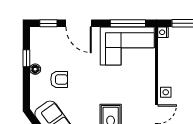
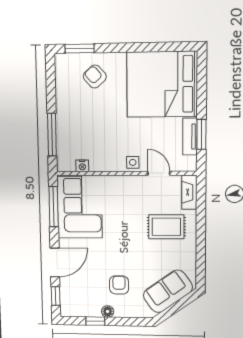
nightstand: (163, 32) -> (82, 166), moved

